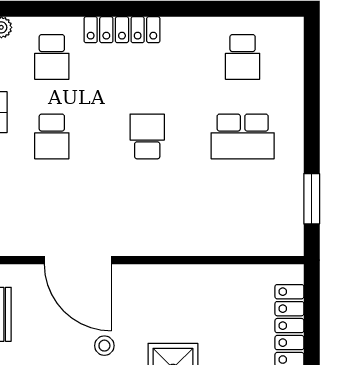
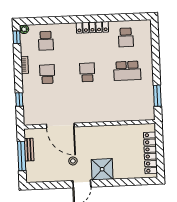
locker: (122, 30) -> (92, 27), moved
school desk: (52, 136) -> (47, 74), turned 180

